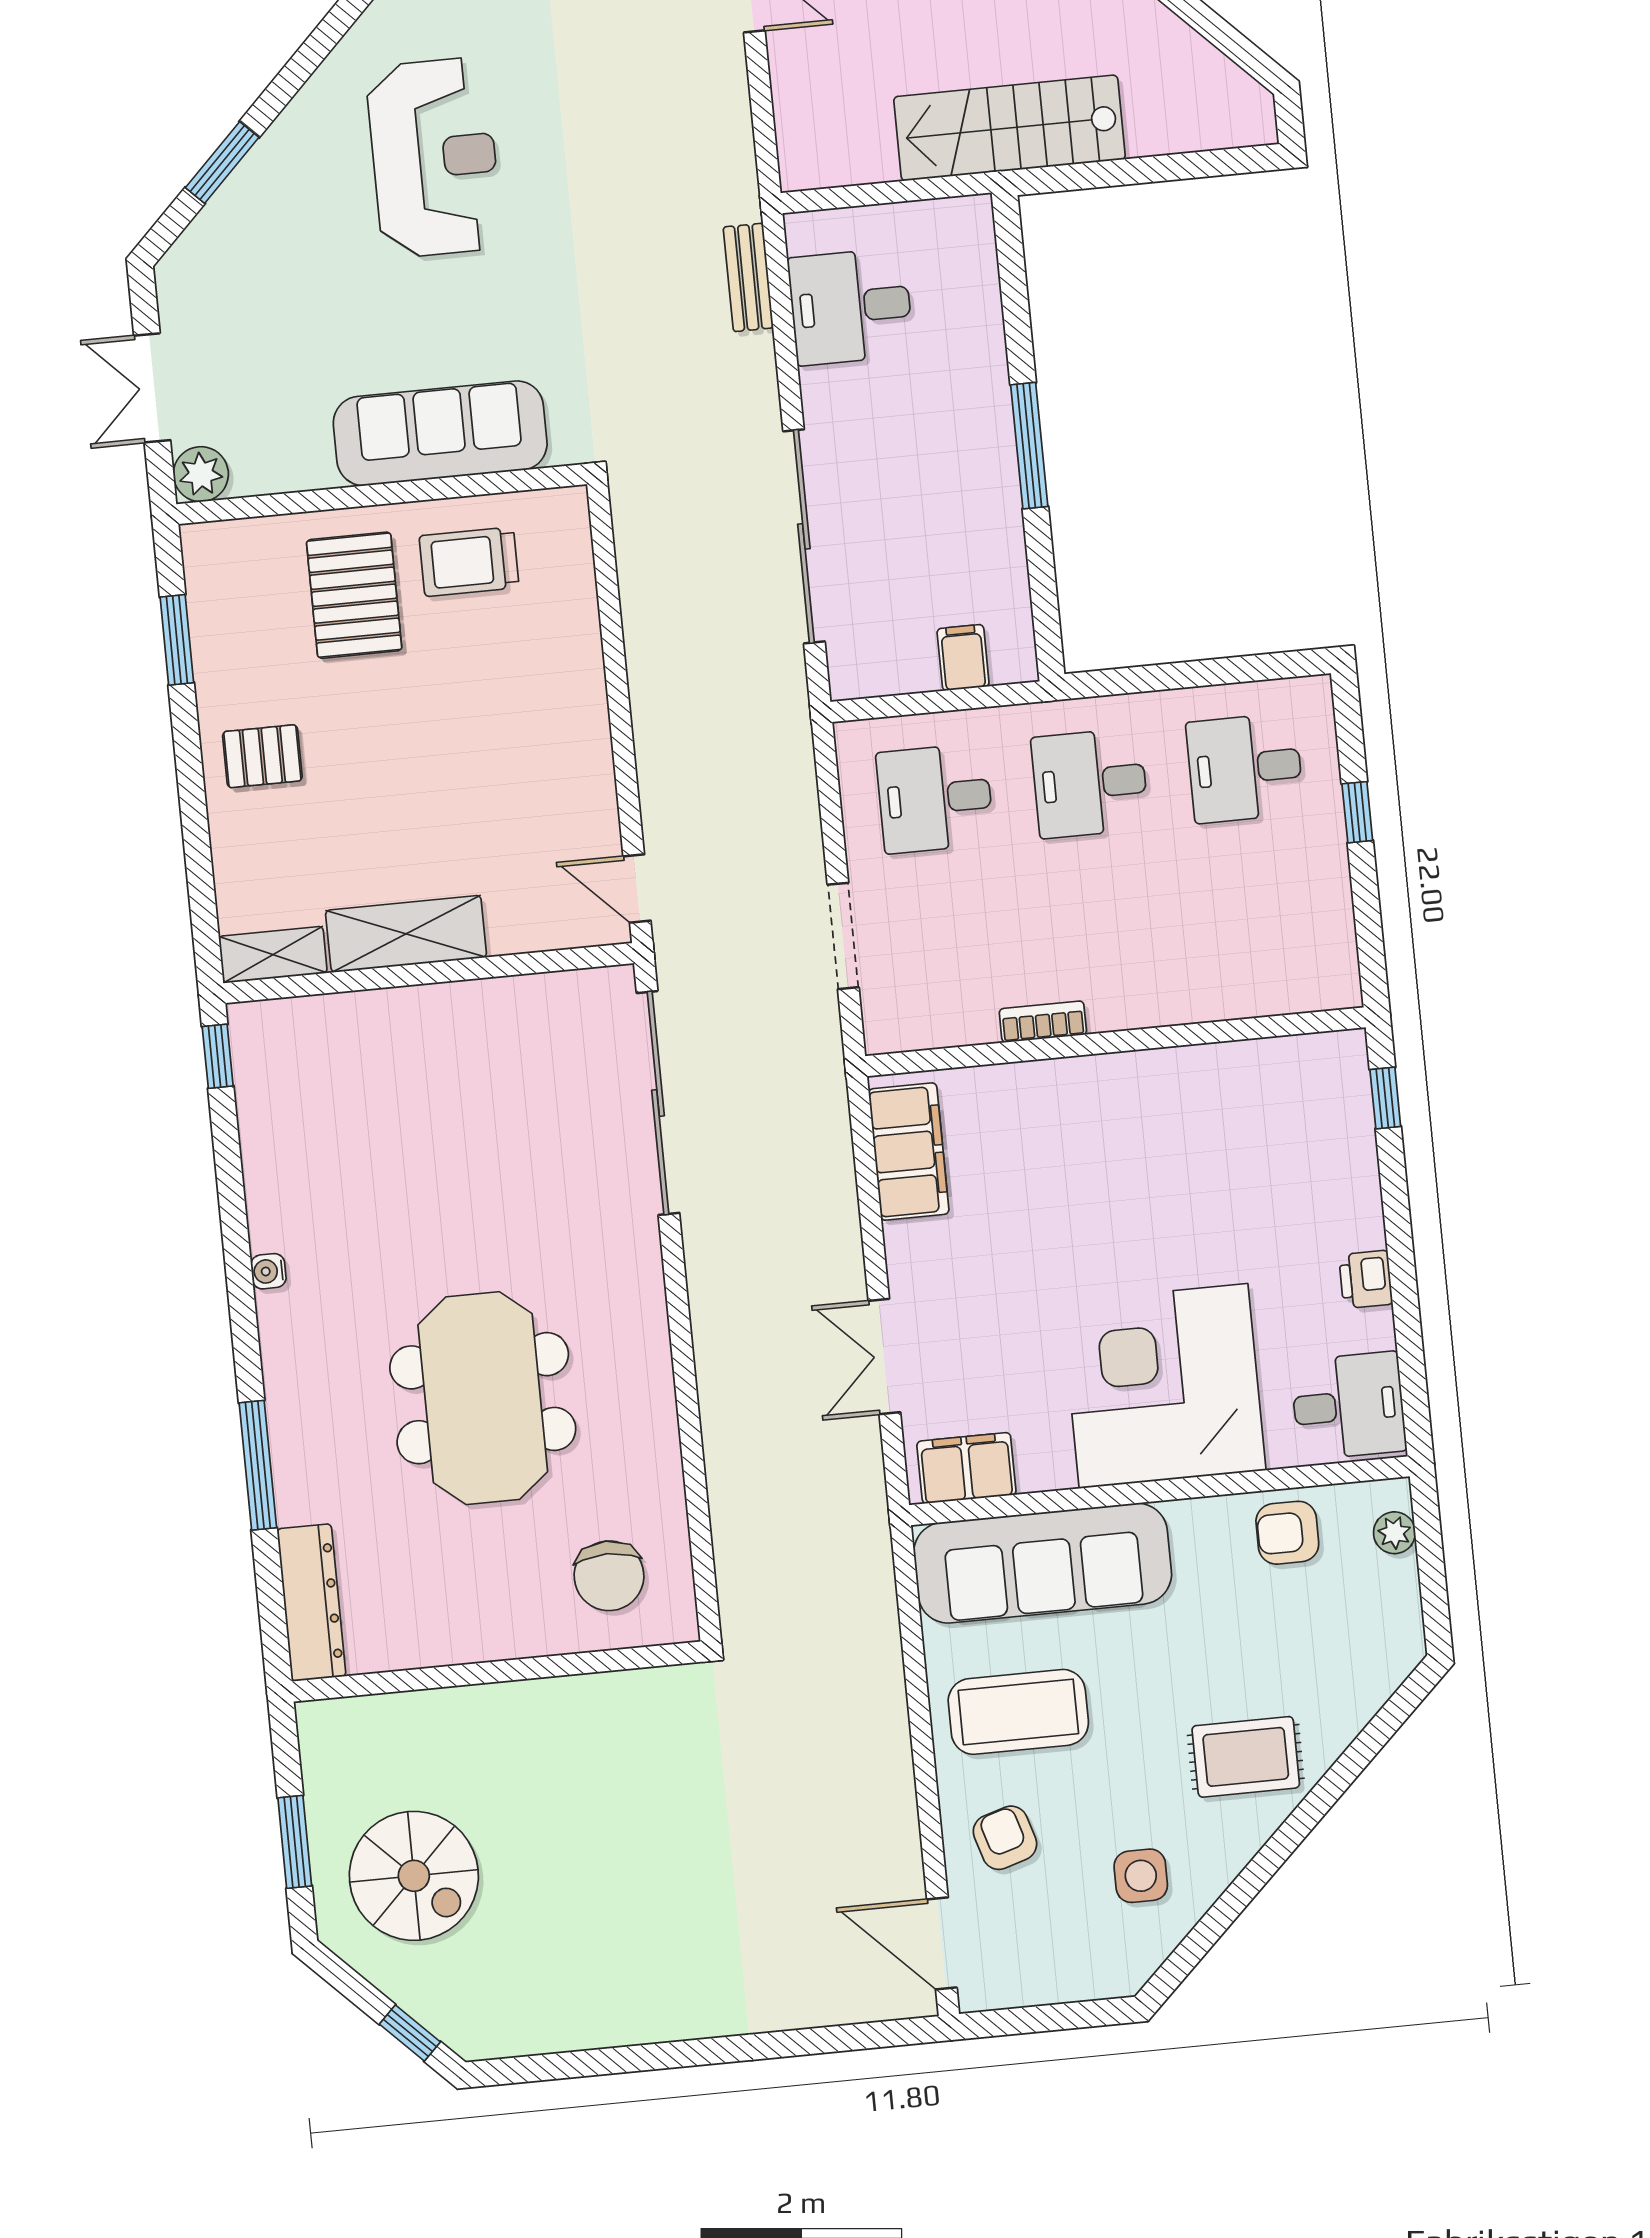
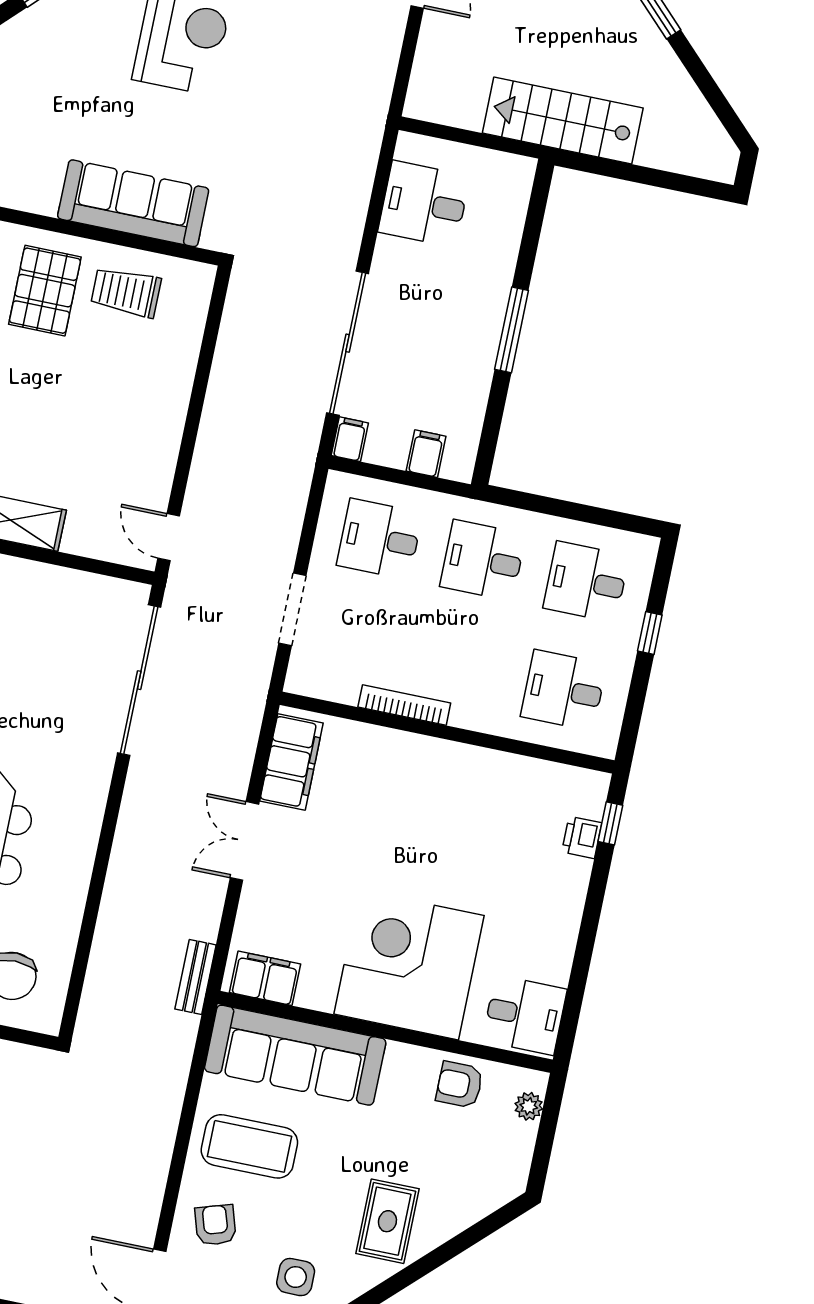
bench: (748, 277) -> (195, 977), moved
filing cabinet: (849, 671) -> (350, 439), added
desk: (1261, 931) -> (564, 690), added
bookcase: (1043, 1022) -> (404, 705), width x1.56
printer: (1366, 1279) -> (582, 837), moved
double door: (884, 1356) -> (244, 841), moved
rug: (1246, 1757) -> (387, 1221), turned 90

